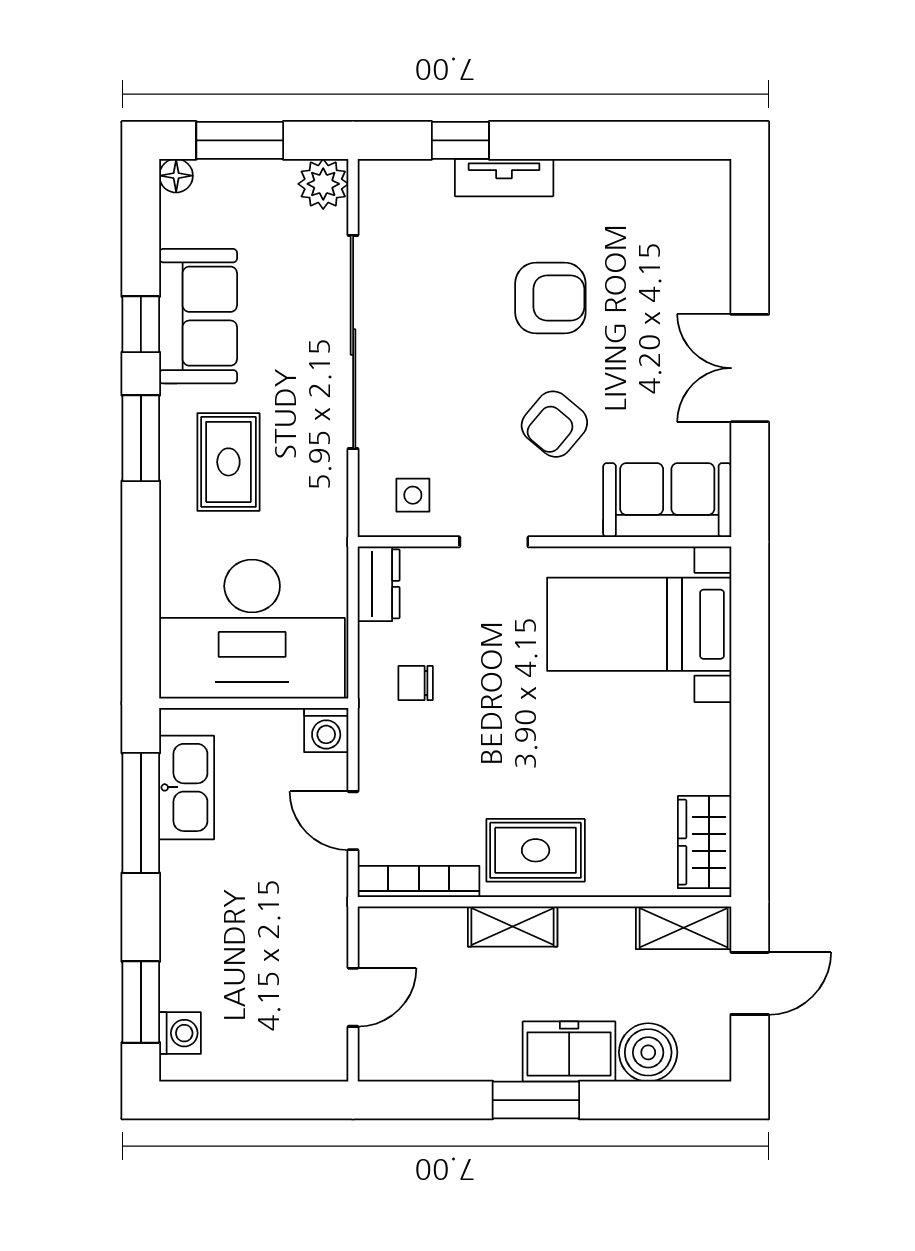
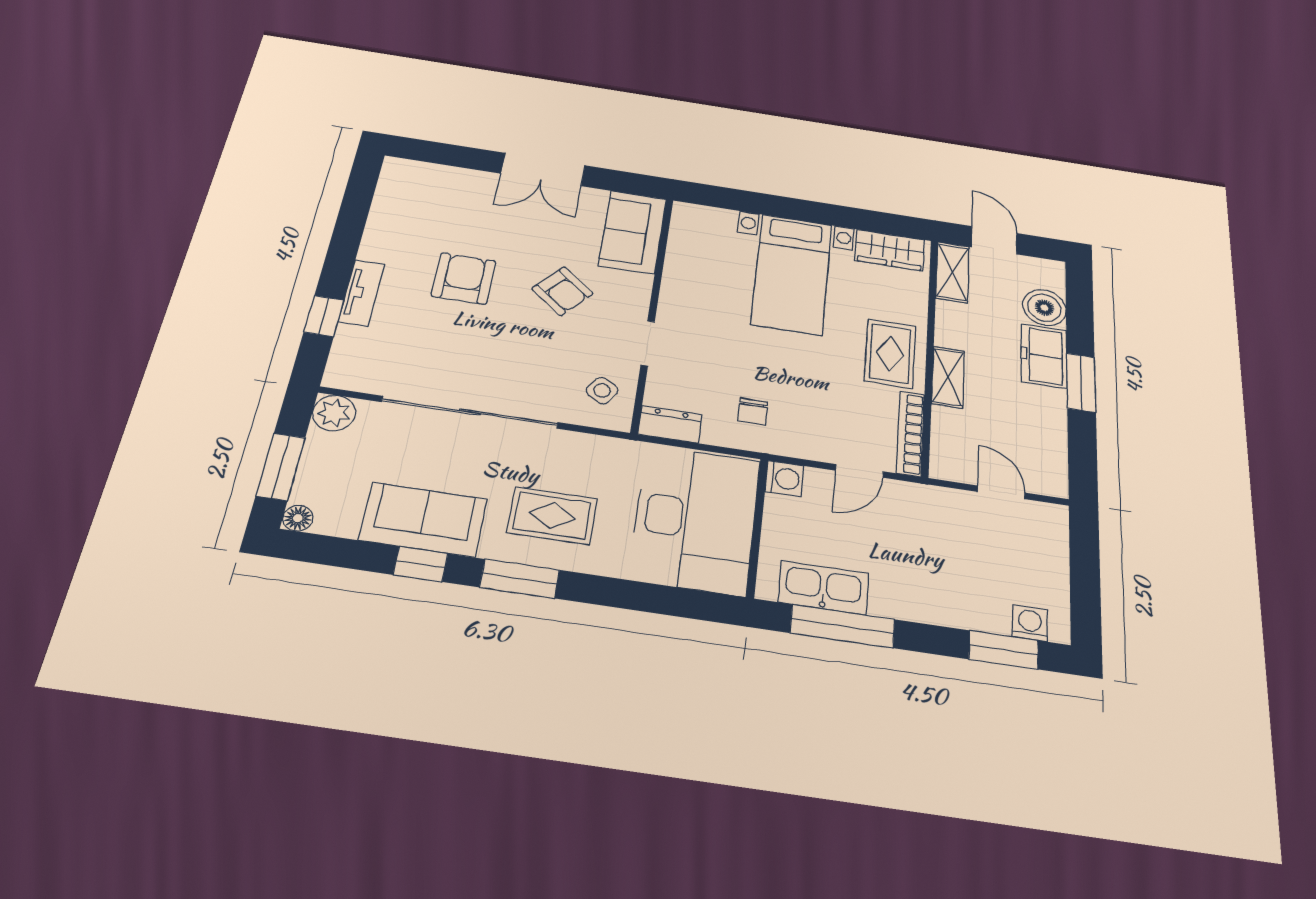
side table: (413, 495) -> (602, 391), turned 32
bed with nightstands: (639, 624) -> (792, 274), moved

